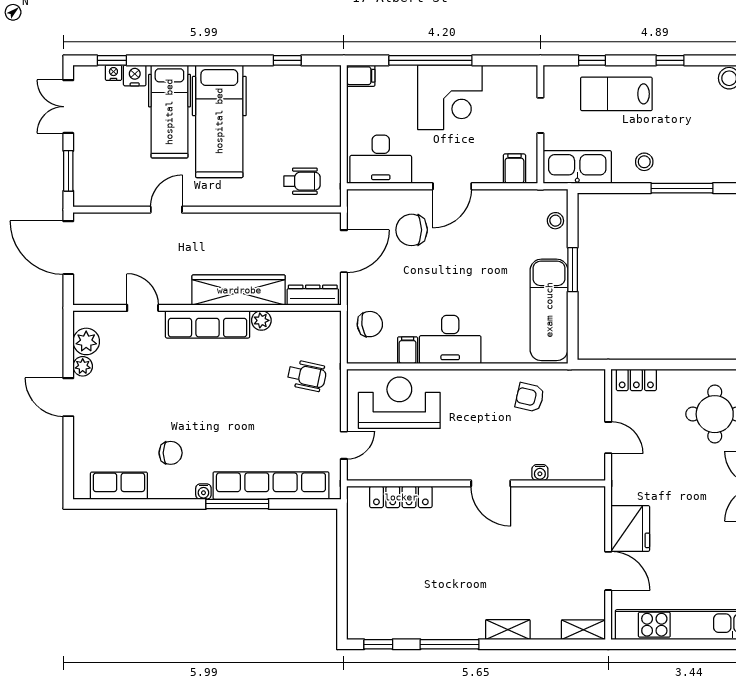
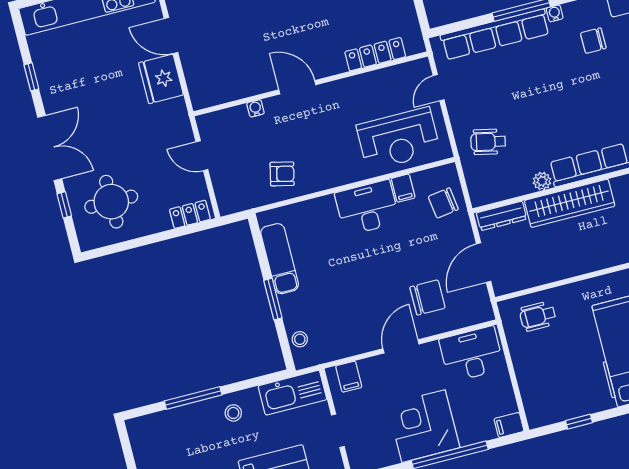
exam couch: (549, 310) -> (280, 259), width x0.73, depth x0.69

